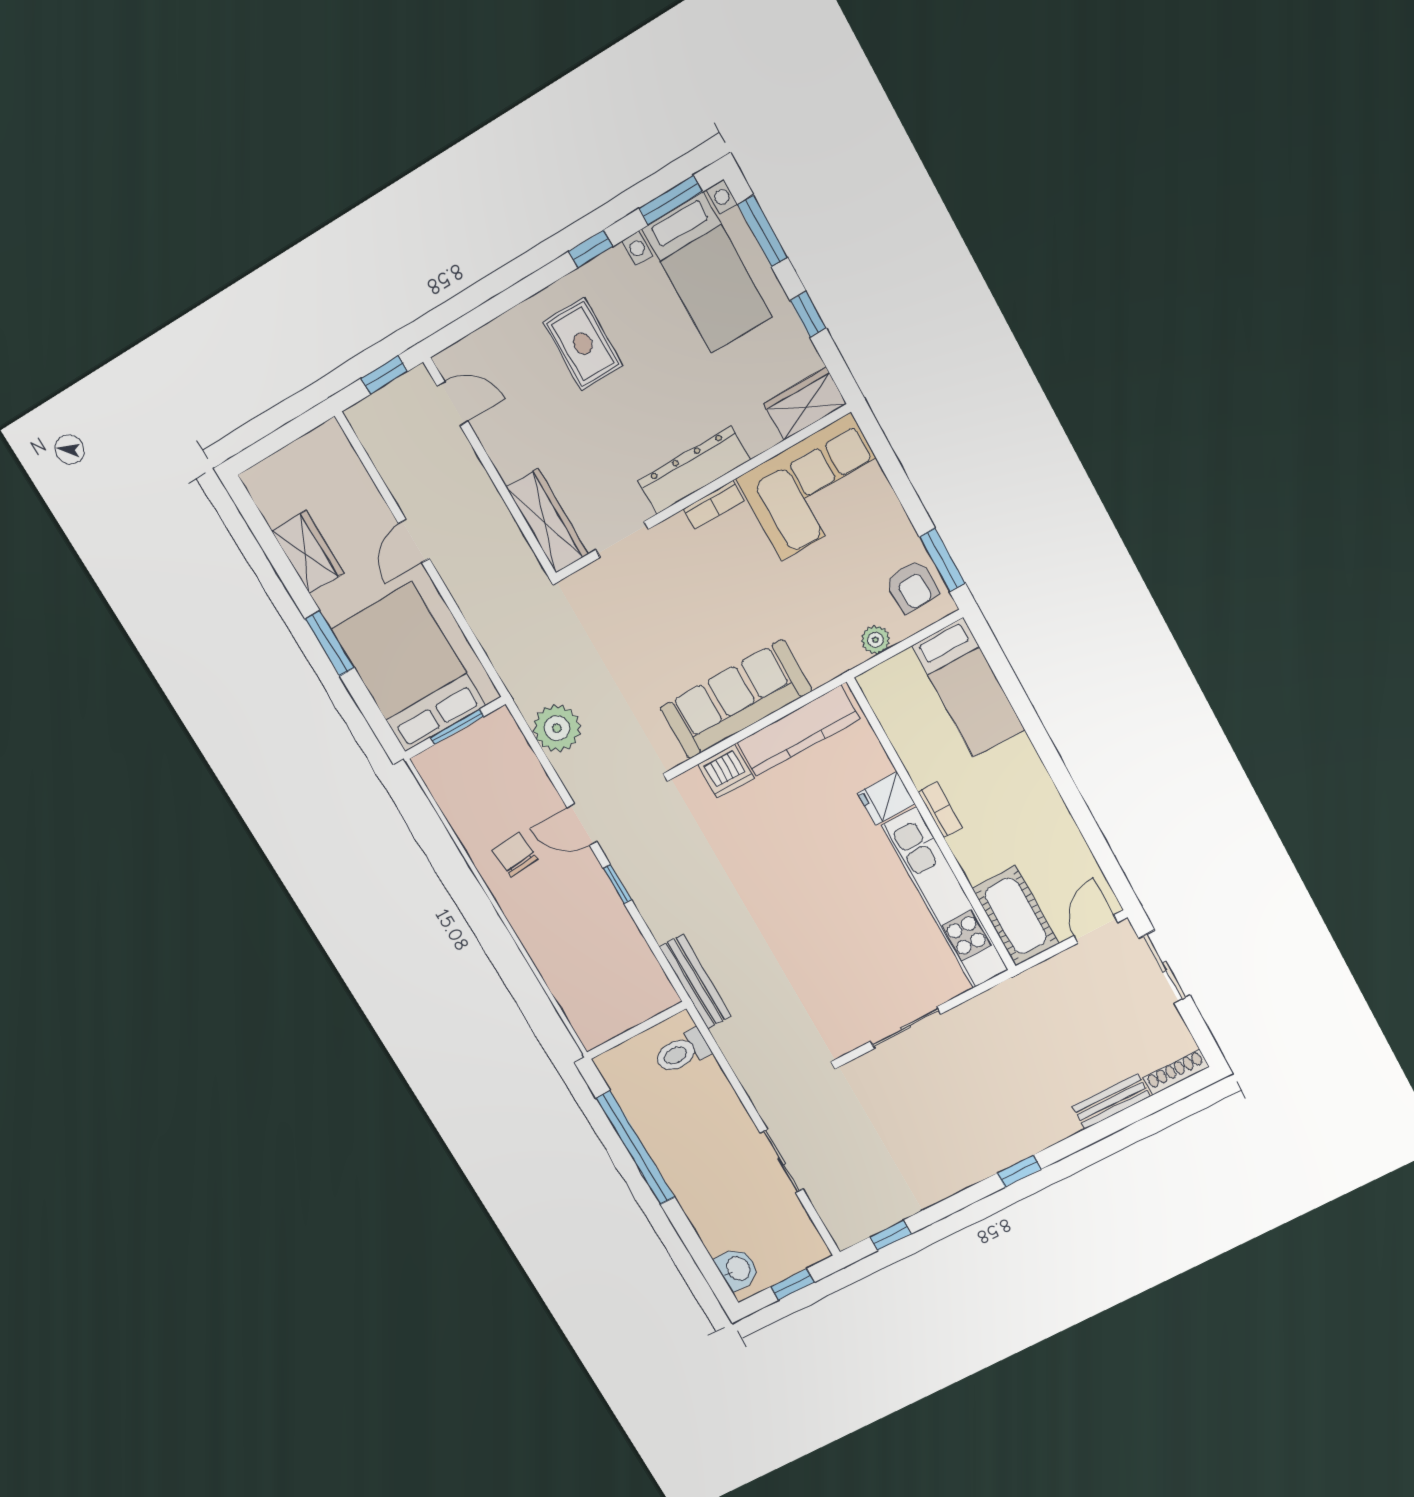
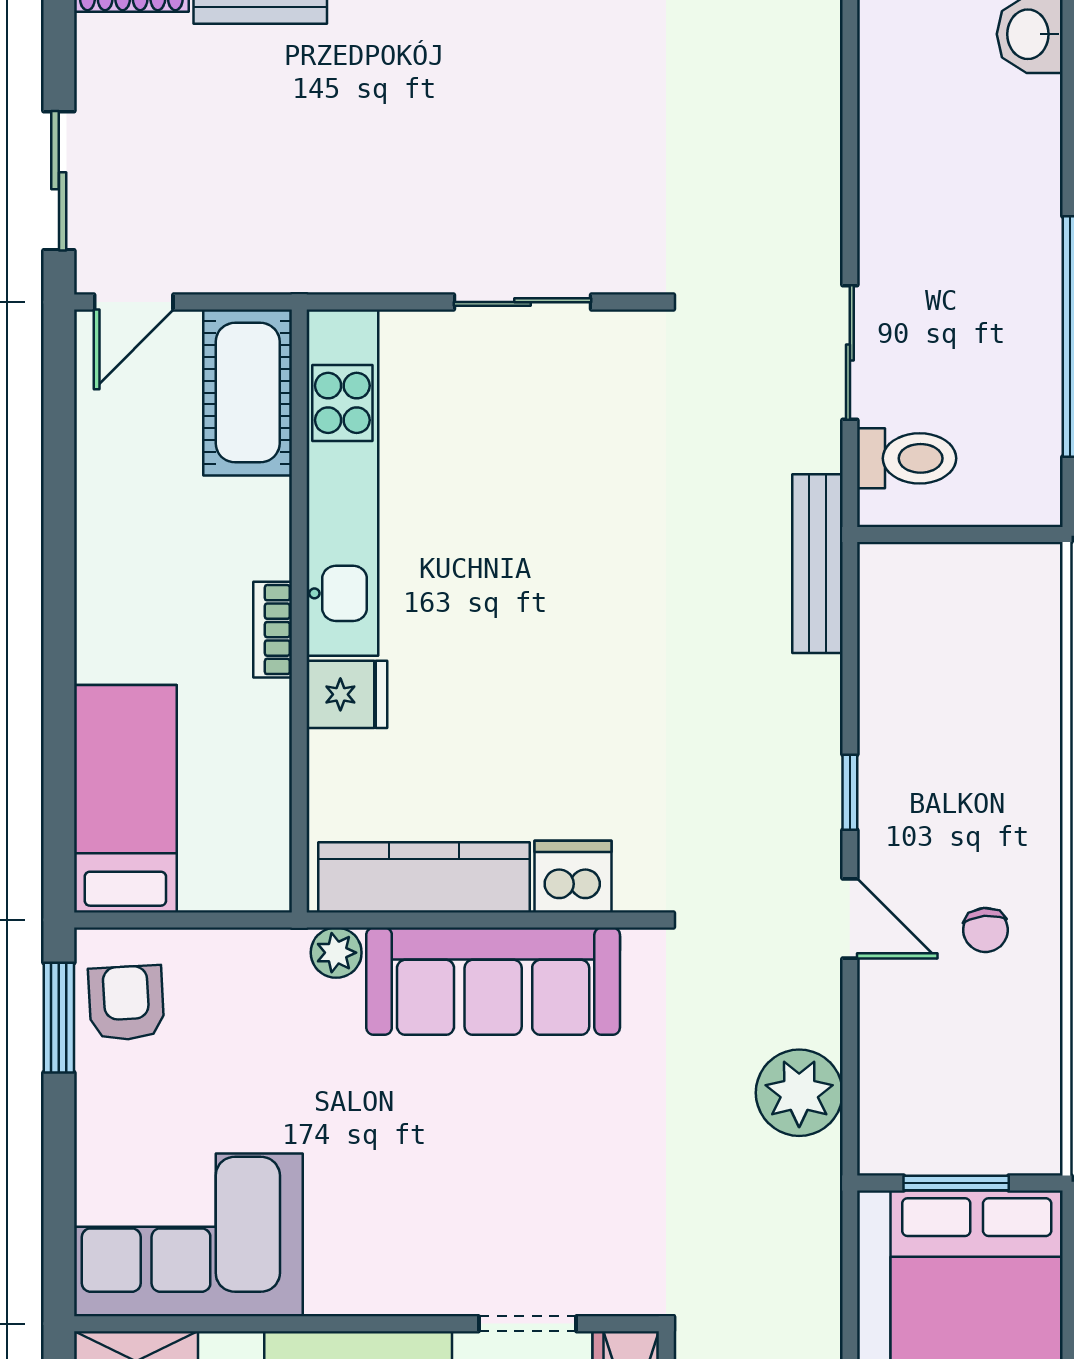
bookcase: (714, 505) -> (357, 1297), removed
plant: (875, 640) -> (336, 953), moved
chair: (515, 855) -> (985, 930), width x0.73, depth x0.73
sliding door: (782, 1161) -> (850, 353), moved

